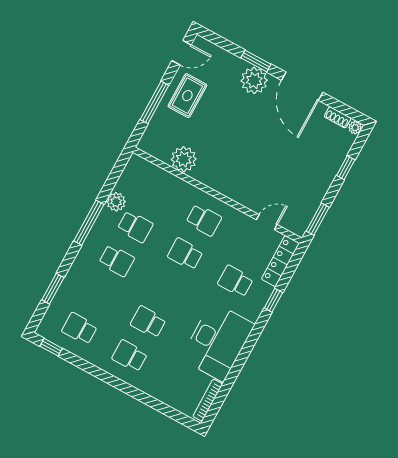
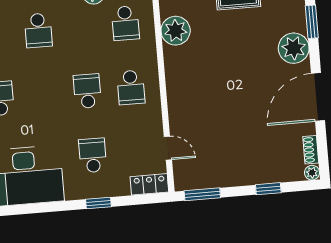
window: (256, 61) -> (312, 22), moved
school desk: (135, 227) -> (125, 23), moved
locker: (280, 261) -> (149, 184), width x0.66

